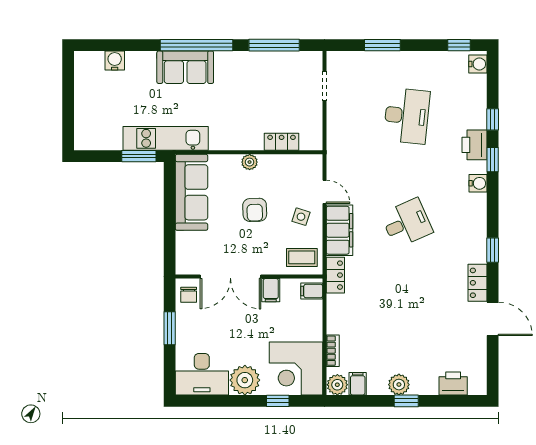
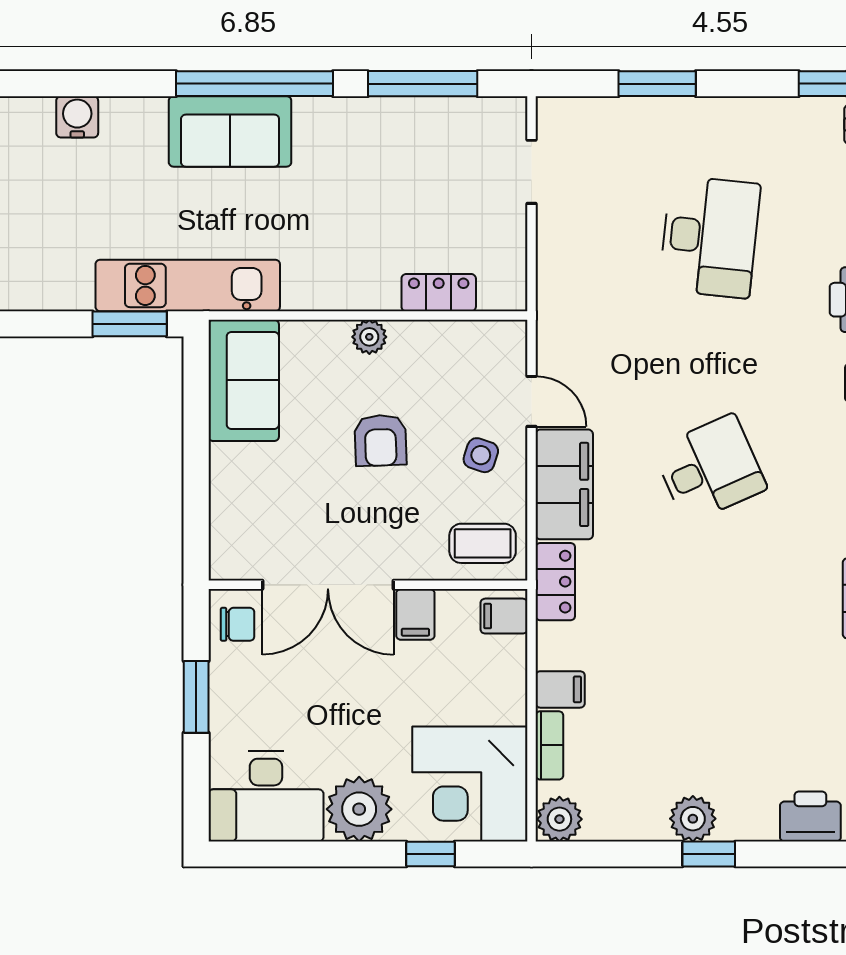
sofa: (192, 192) -> (244, 380), width x0.73
chair: (189, 295) -> (238, 624), turned -90
filing cabinet: (358, 384) -> (560, 689), moved, turned 90

